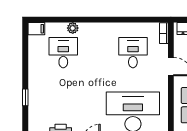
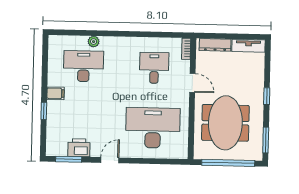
filing cabinet: (36, 29) -> (56, 93), moved
desk: (63, 53) -> (83, 66), width x1.37

